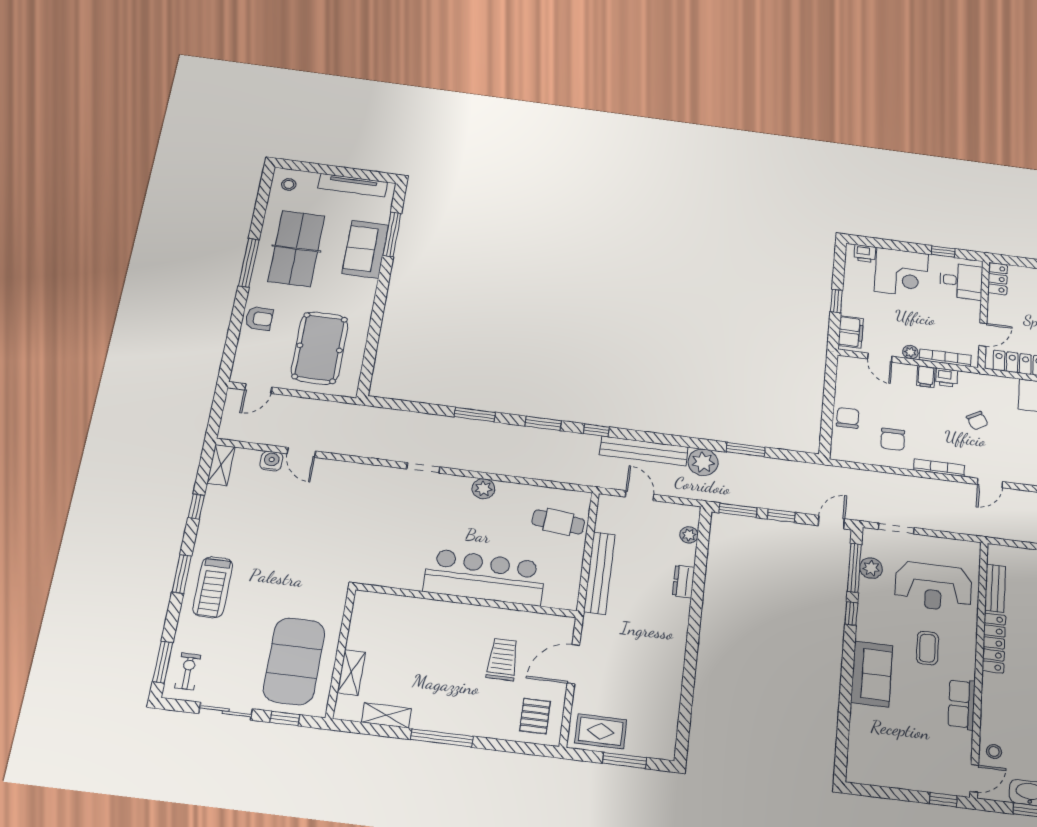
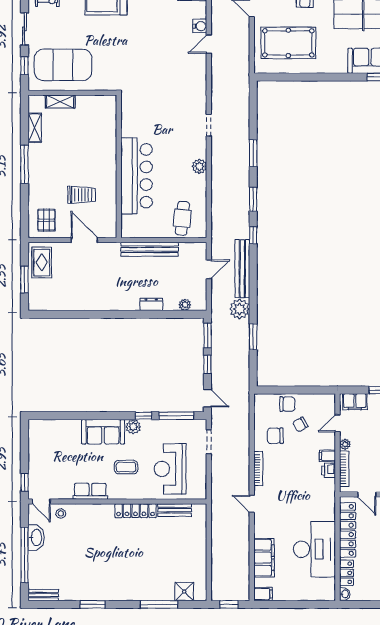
chair: (977, 421) -> (300, 425), moved
plant: (871, 568) -> (133, 427), moved
pallet: (535, 716) -> (46, 220), turned 90

